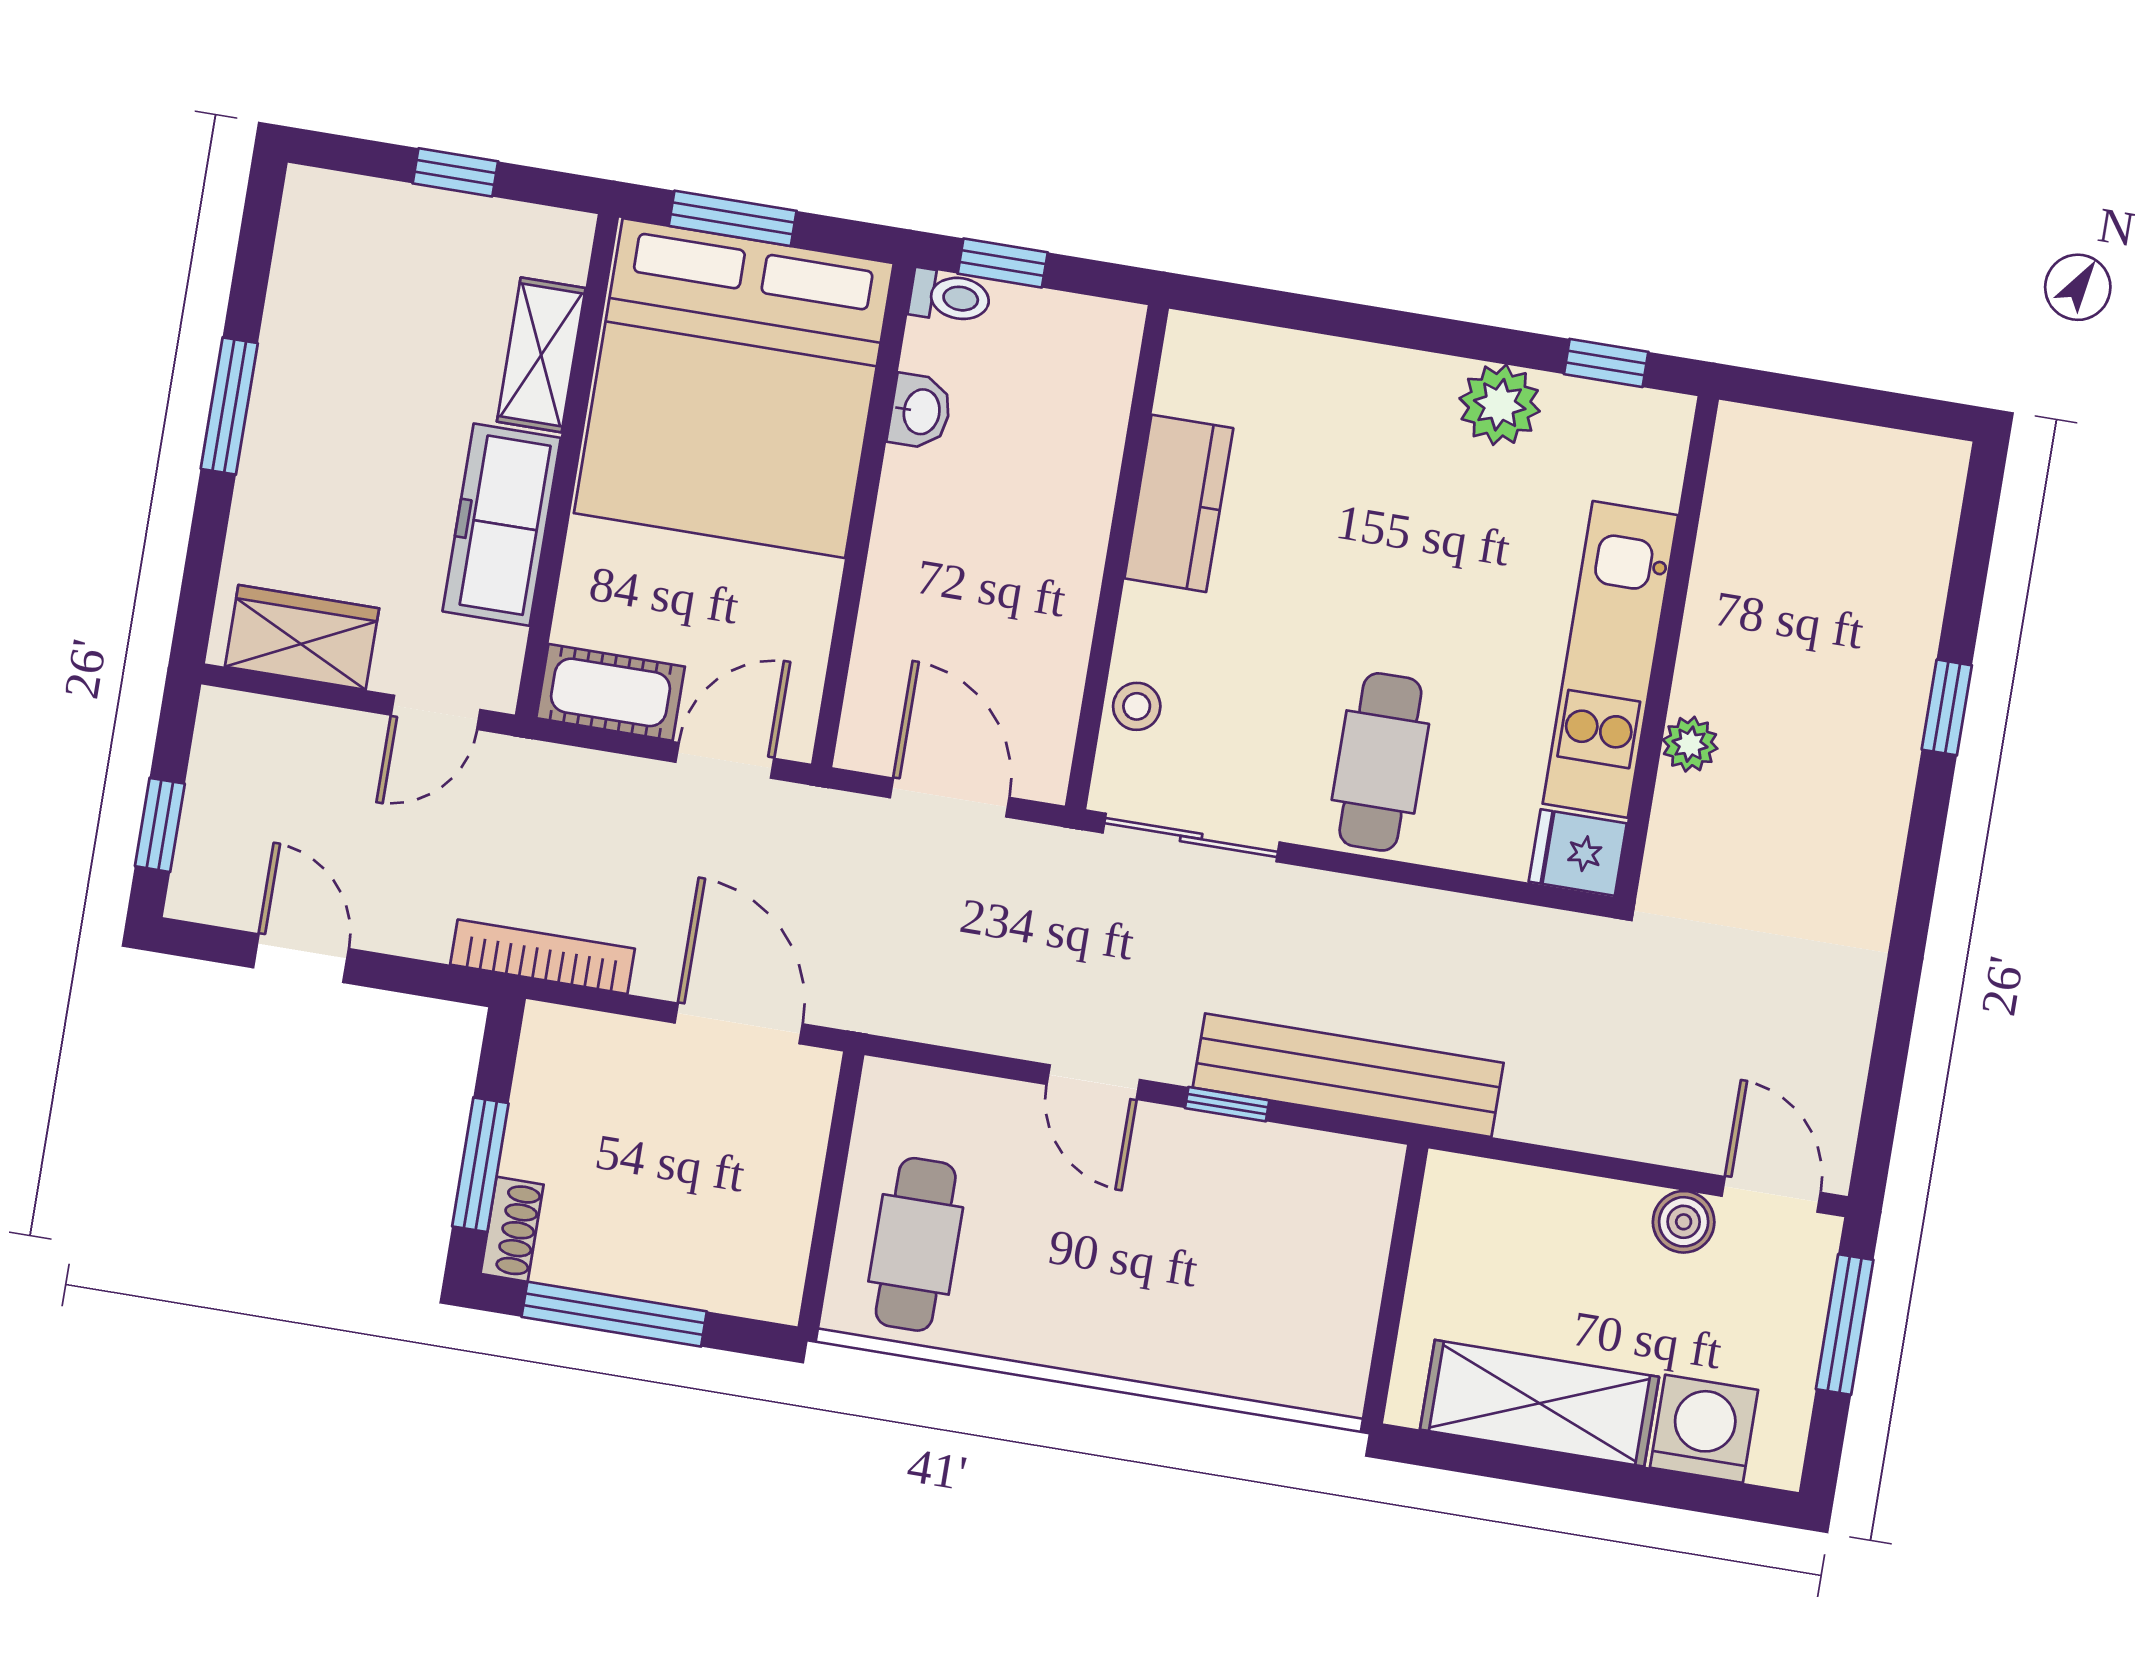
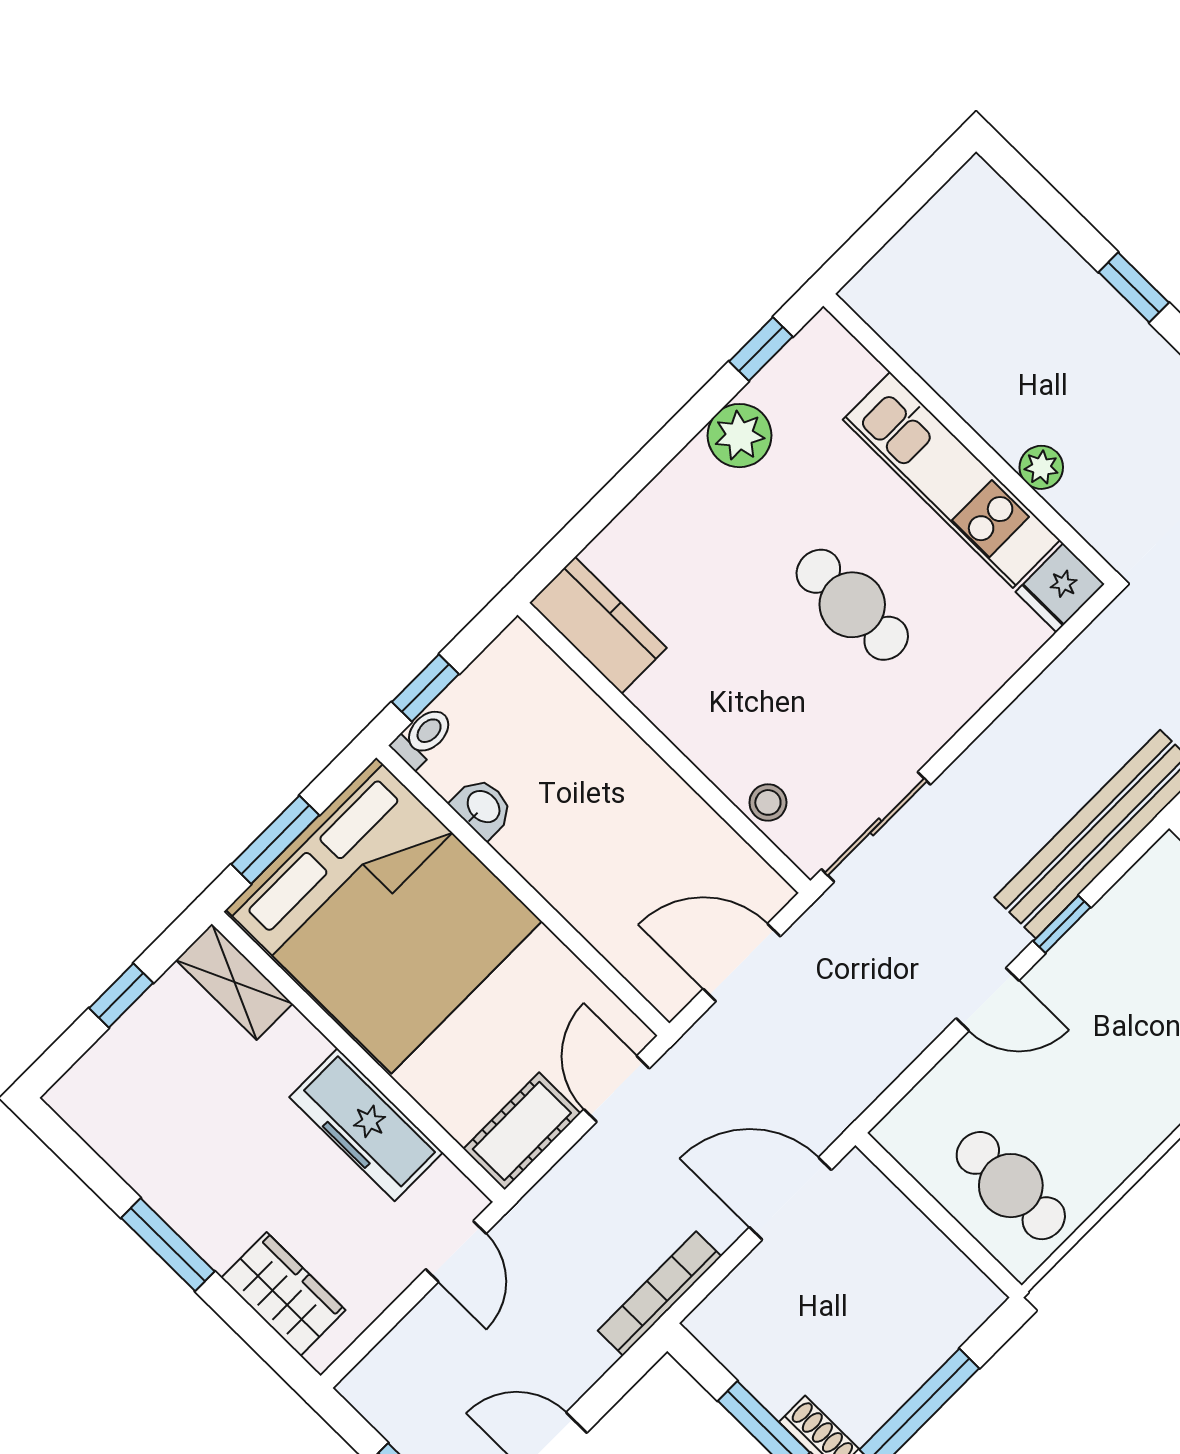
shelving: (541, 355) -> (234, 982), moved
kitchen counter: (1179, 503) -> (598, 625), moved
wardrobe: (302, 637) -> (283, 1294), moved, turned 90
cafe table: (1380, 762) -> (852, 605), moved

